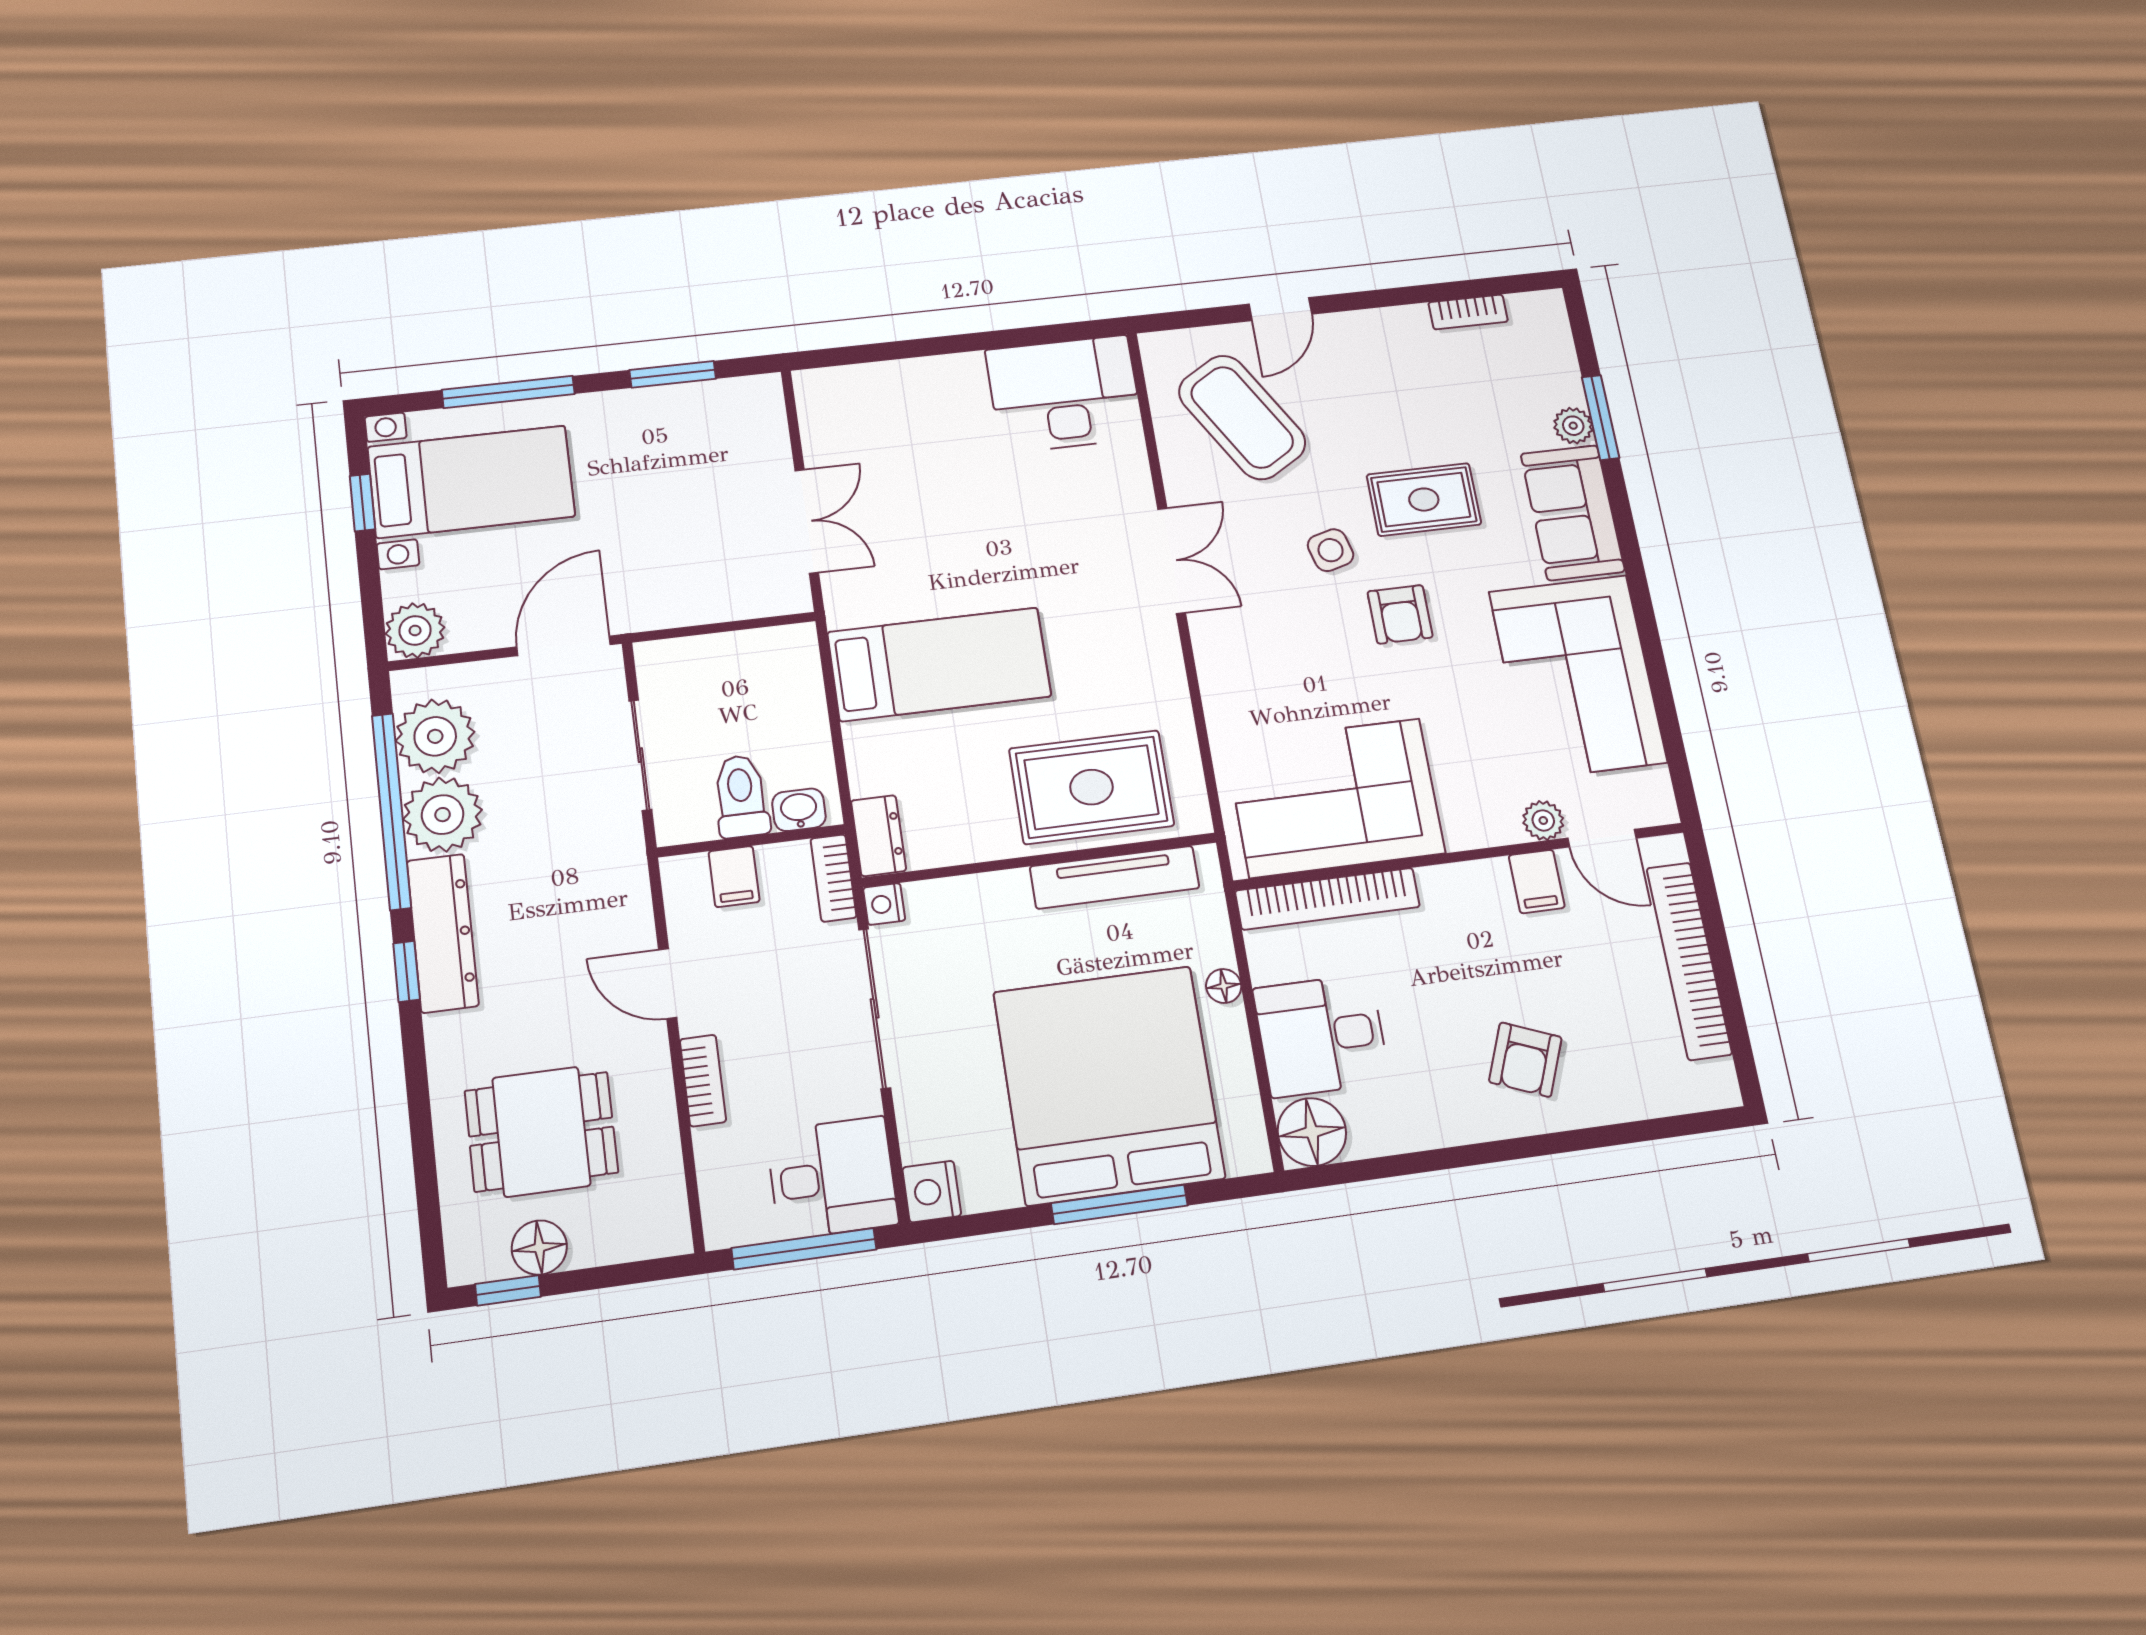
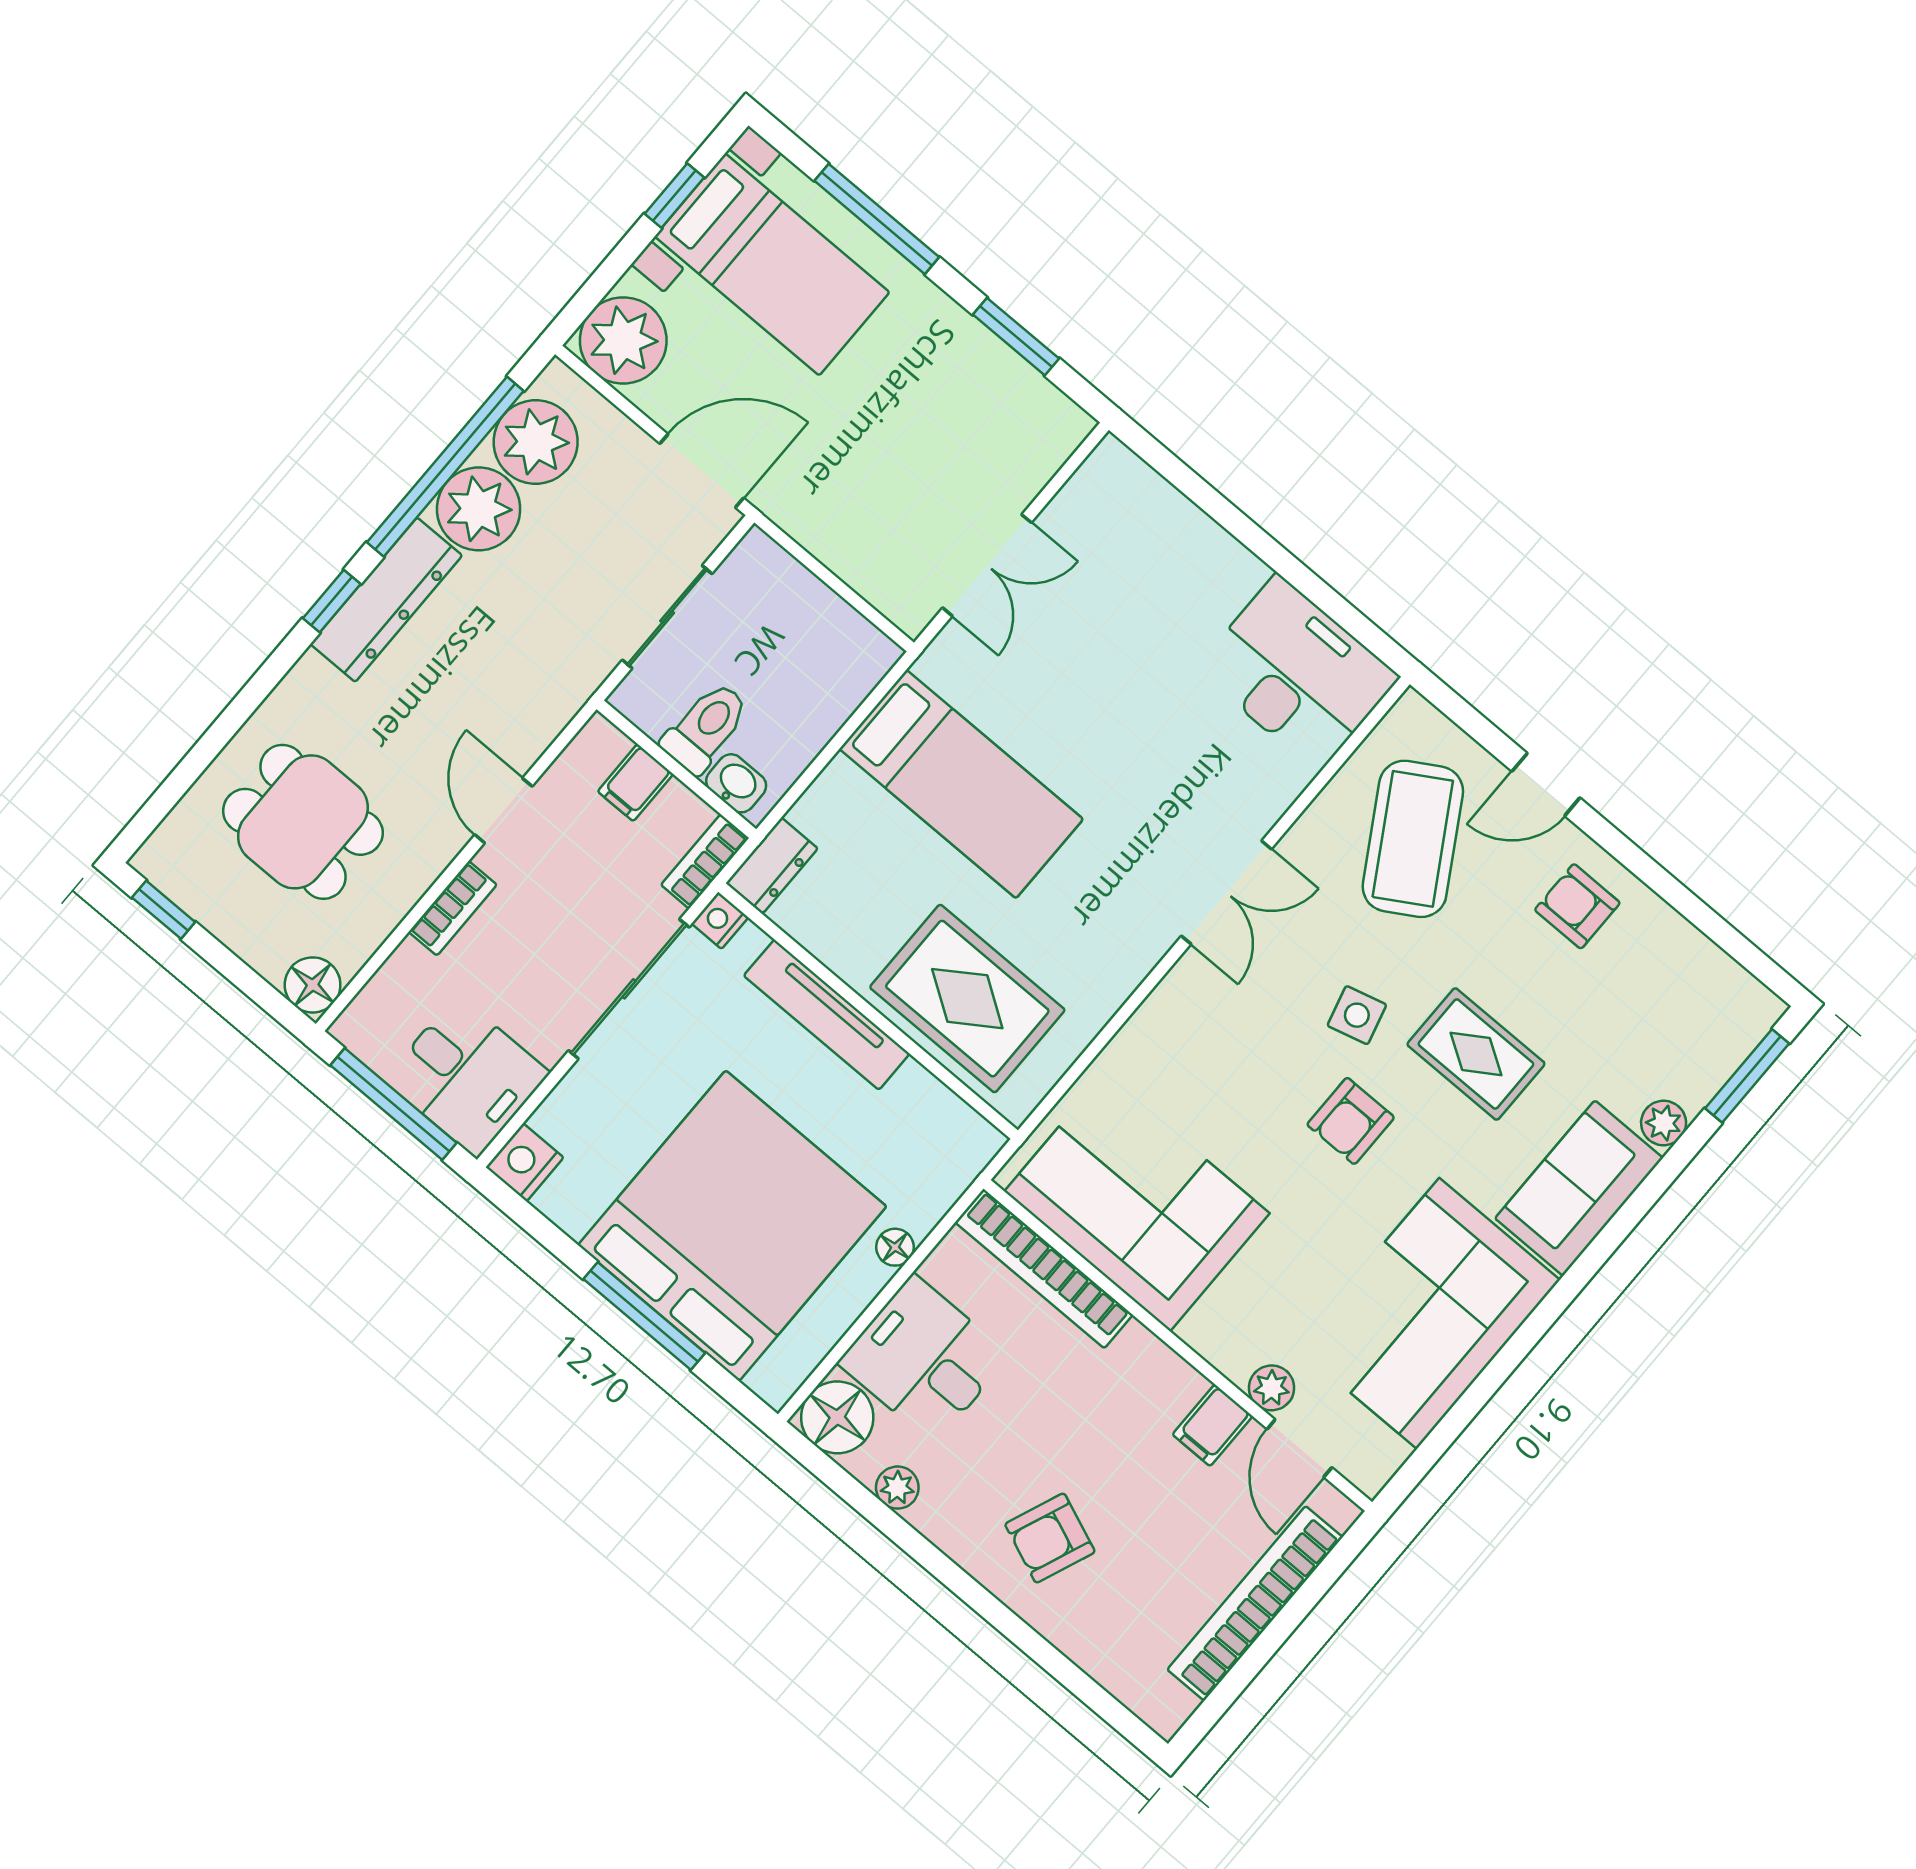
bookcase: (1468, 312) -> (1692, 945), removed
armchair: (1379, 357) -> (1577, 906), added
window: (1601, 417) -> (1747, 1076), moved
plant: (415, 630) -> (623, 340), width x1.36, depth x1.36
tv unit: (1115, 877) -> (827, 1015), moved
plant: (1399, 1134) -> (897, 1488), added
floor lamp: (539, 1247) -> (313, 985), moved

